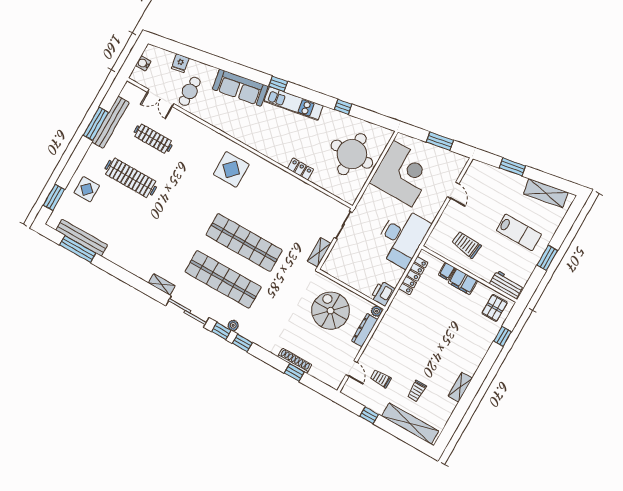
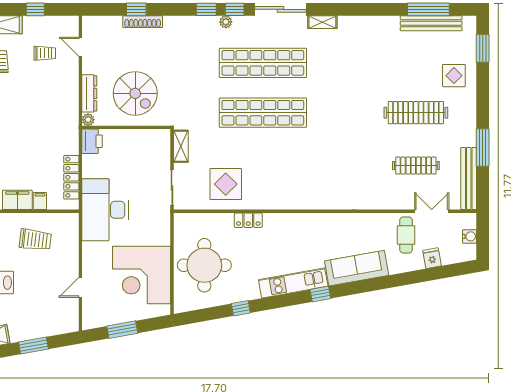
bench: (111, 122) -> (469, 179), moved
display table: (231, 169) -> (226, 184), moved
door: (453, 190) -> (80, 287), hinge flipped

